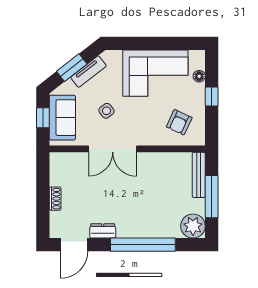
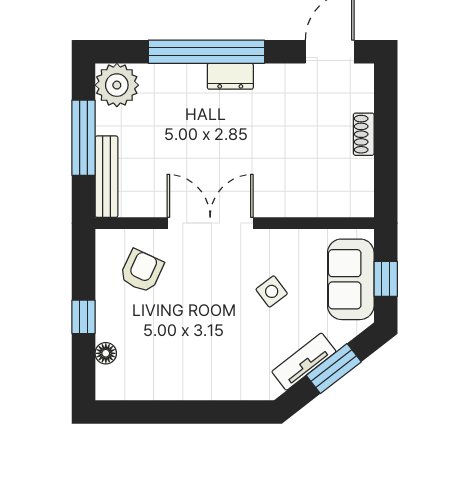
corner sofa: (155, 73) -> (184, 359), removed
double door: (113, 149) -> (210, 223), moved
dresser: (103, 231) -> (230, 76), moved

